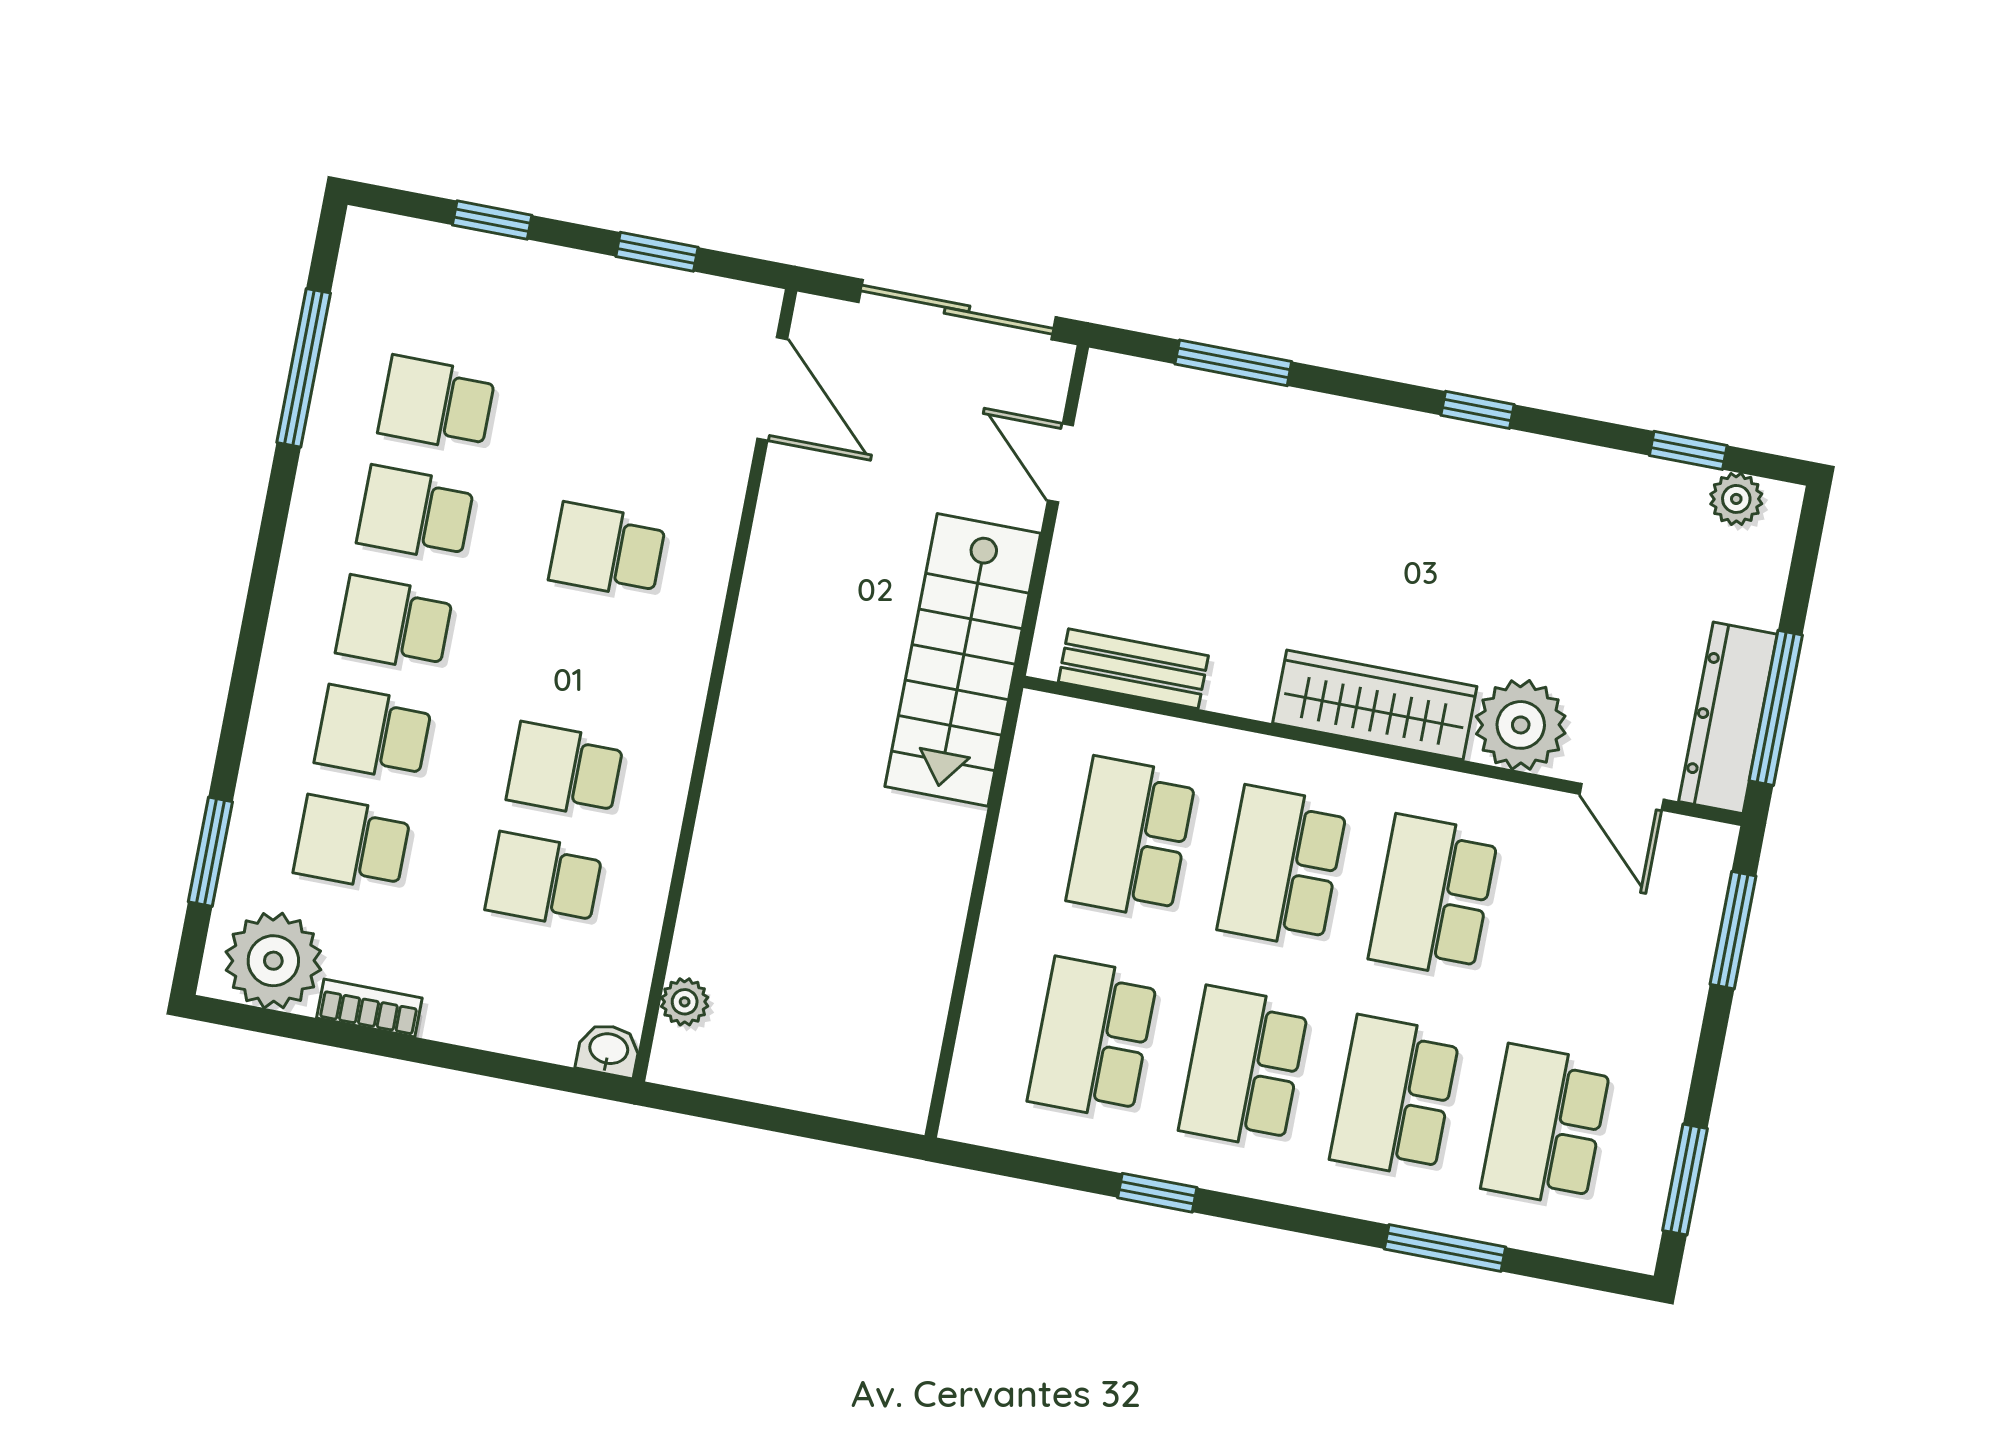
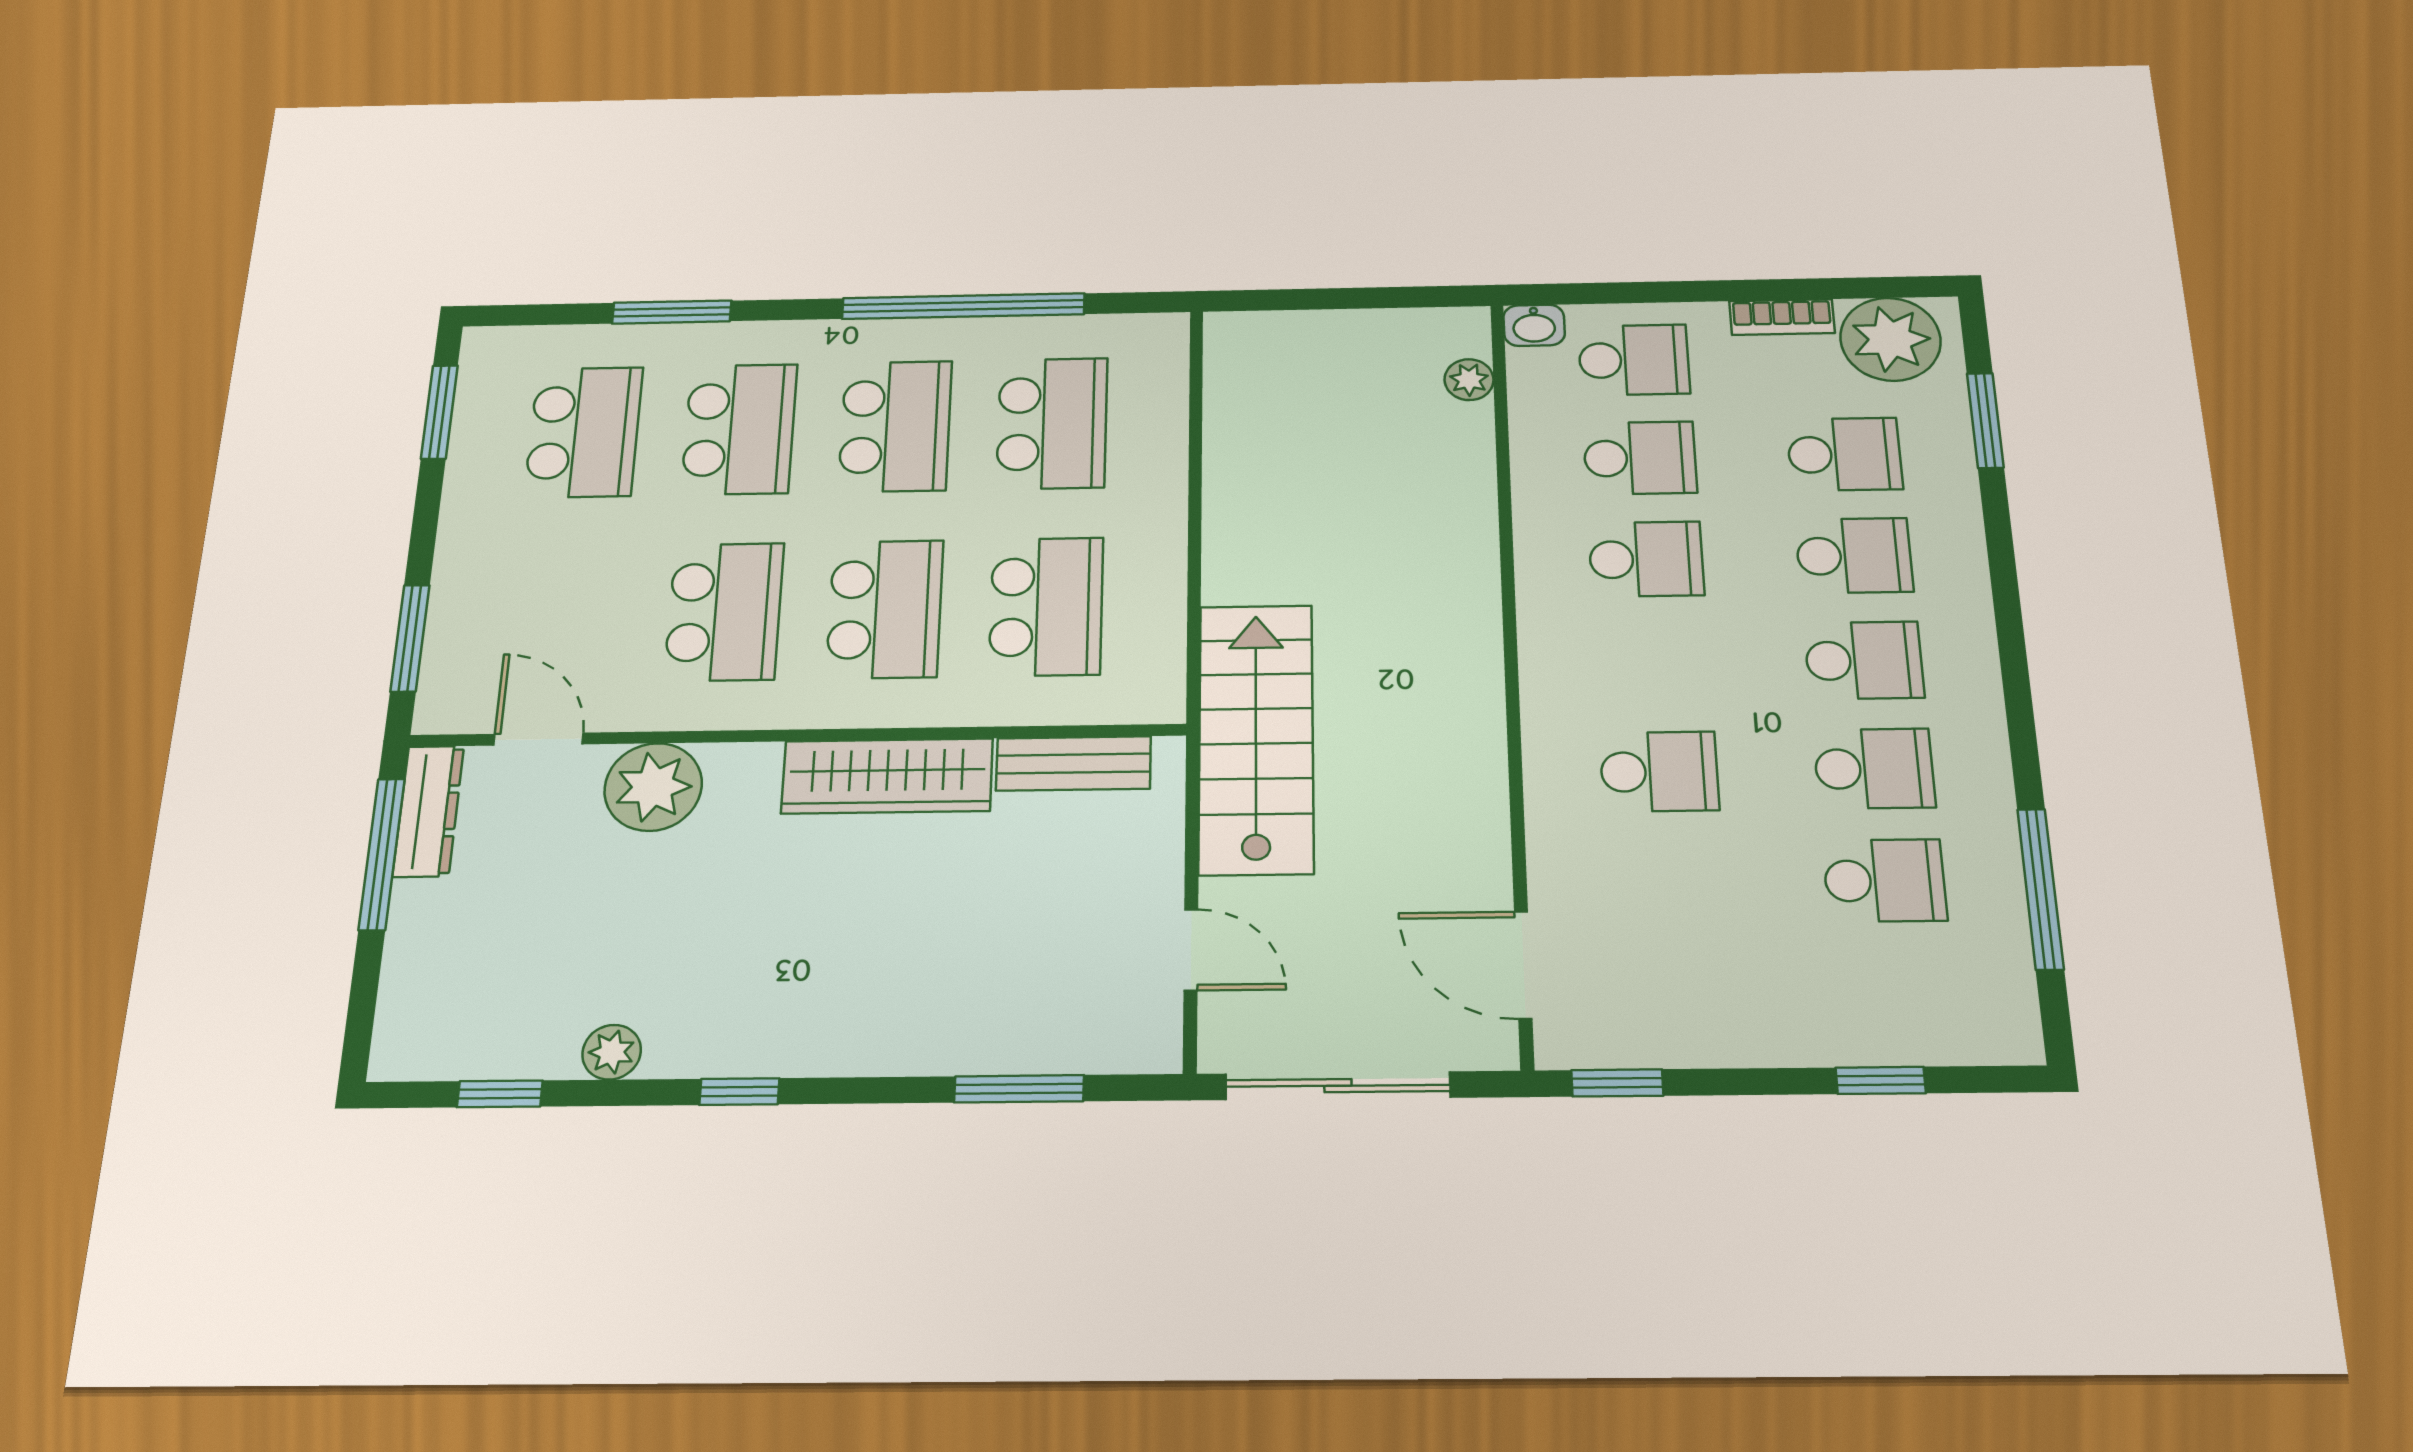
window: (657, 252) -> (1617, 1083), moved
plant: (1736, 499) -> (612, 1052), moved
wardrobe: (1375, 705) -> (887, 776), moved
dresser: (1728, 718) -> (428, 811), width x0.73, depth x0.80
school desk: (523, 990) -> (1634, 360), added
window: (1157, 1193) -> (963, 306), width x3.17

